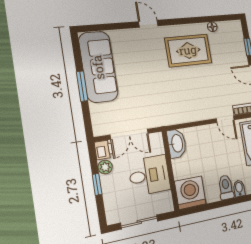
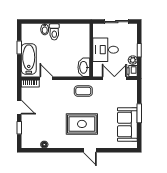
rug: (188, 50) -> (82, 124), moved
sofa: (98, 67) -> (127, 125), width x0.73
coffee table: (172, 109) -> (83, 91), added
washing machine: (190, 193) -> (80, 33), removed

